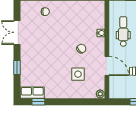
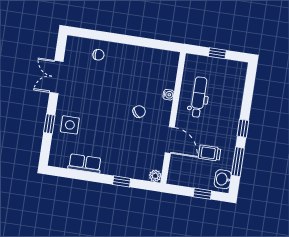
side table: (78, 74) -> (70, 125), moved
row of seats: (32, 93) -> (85, 164), moved
window: (38, 102) -> (122, 181), moved

